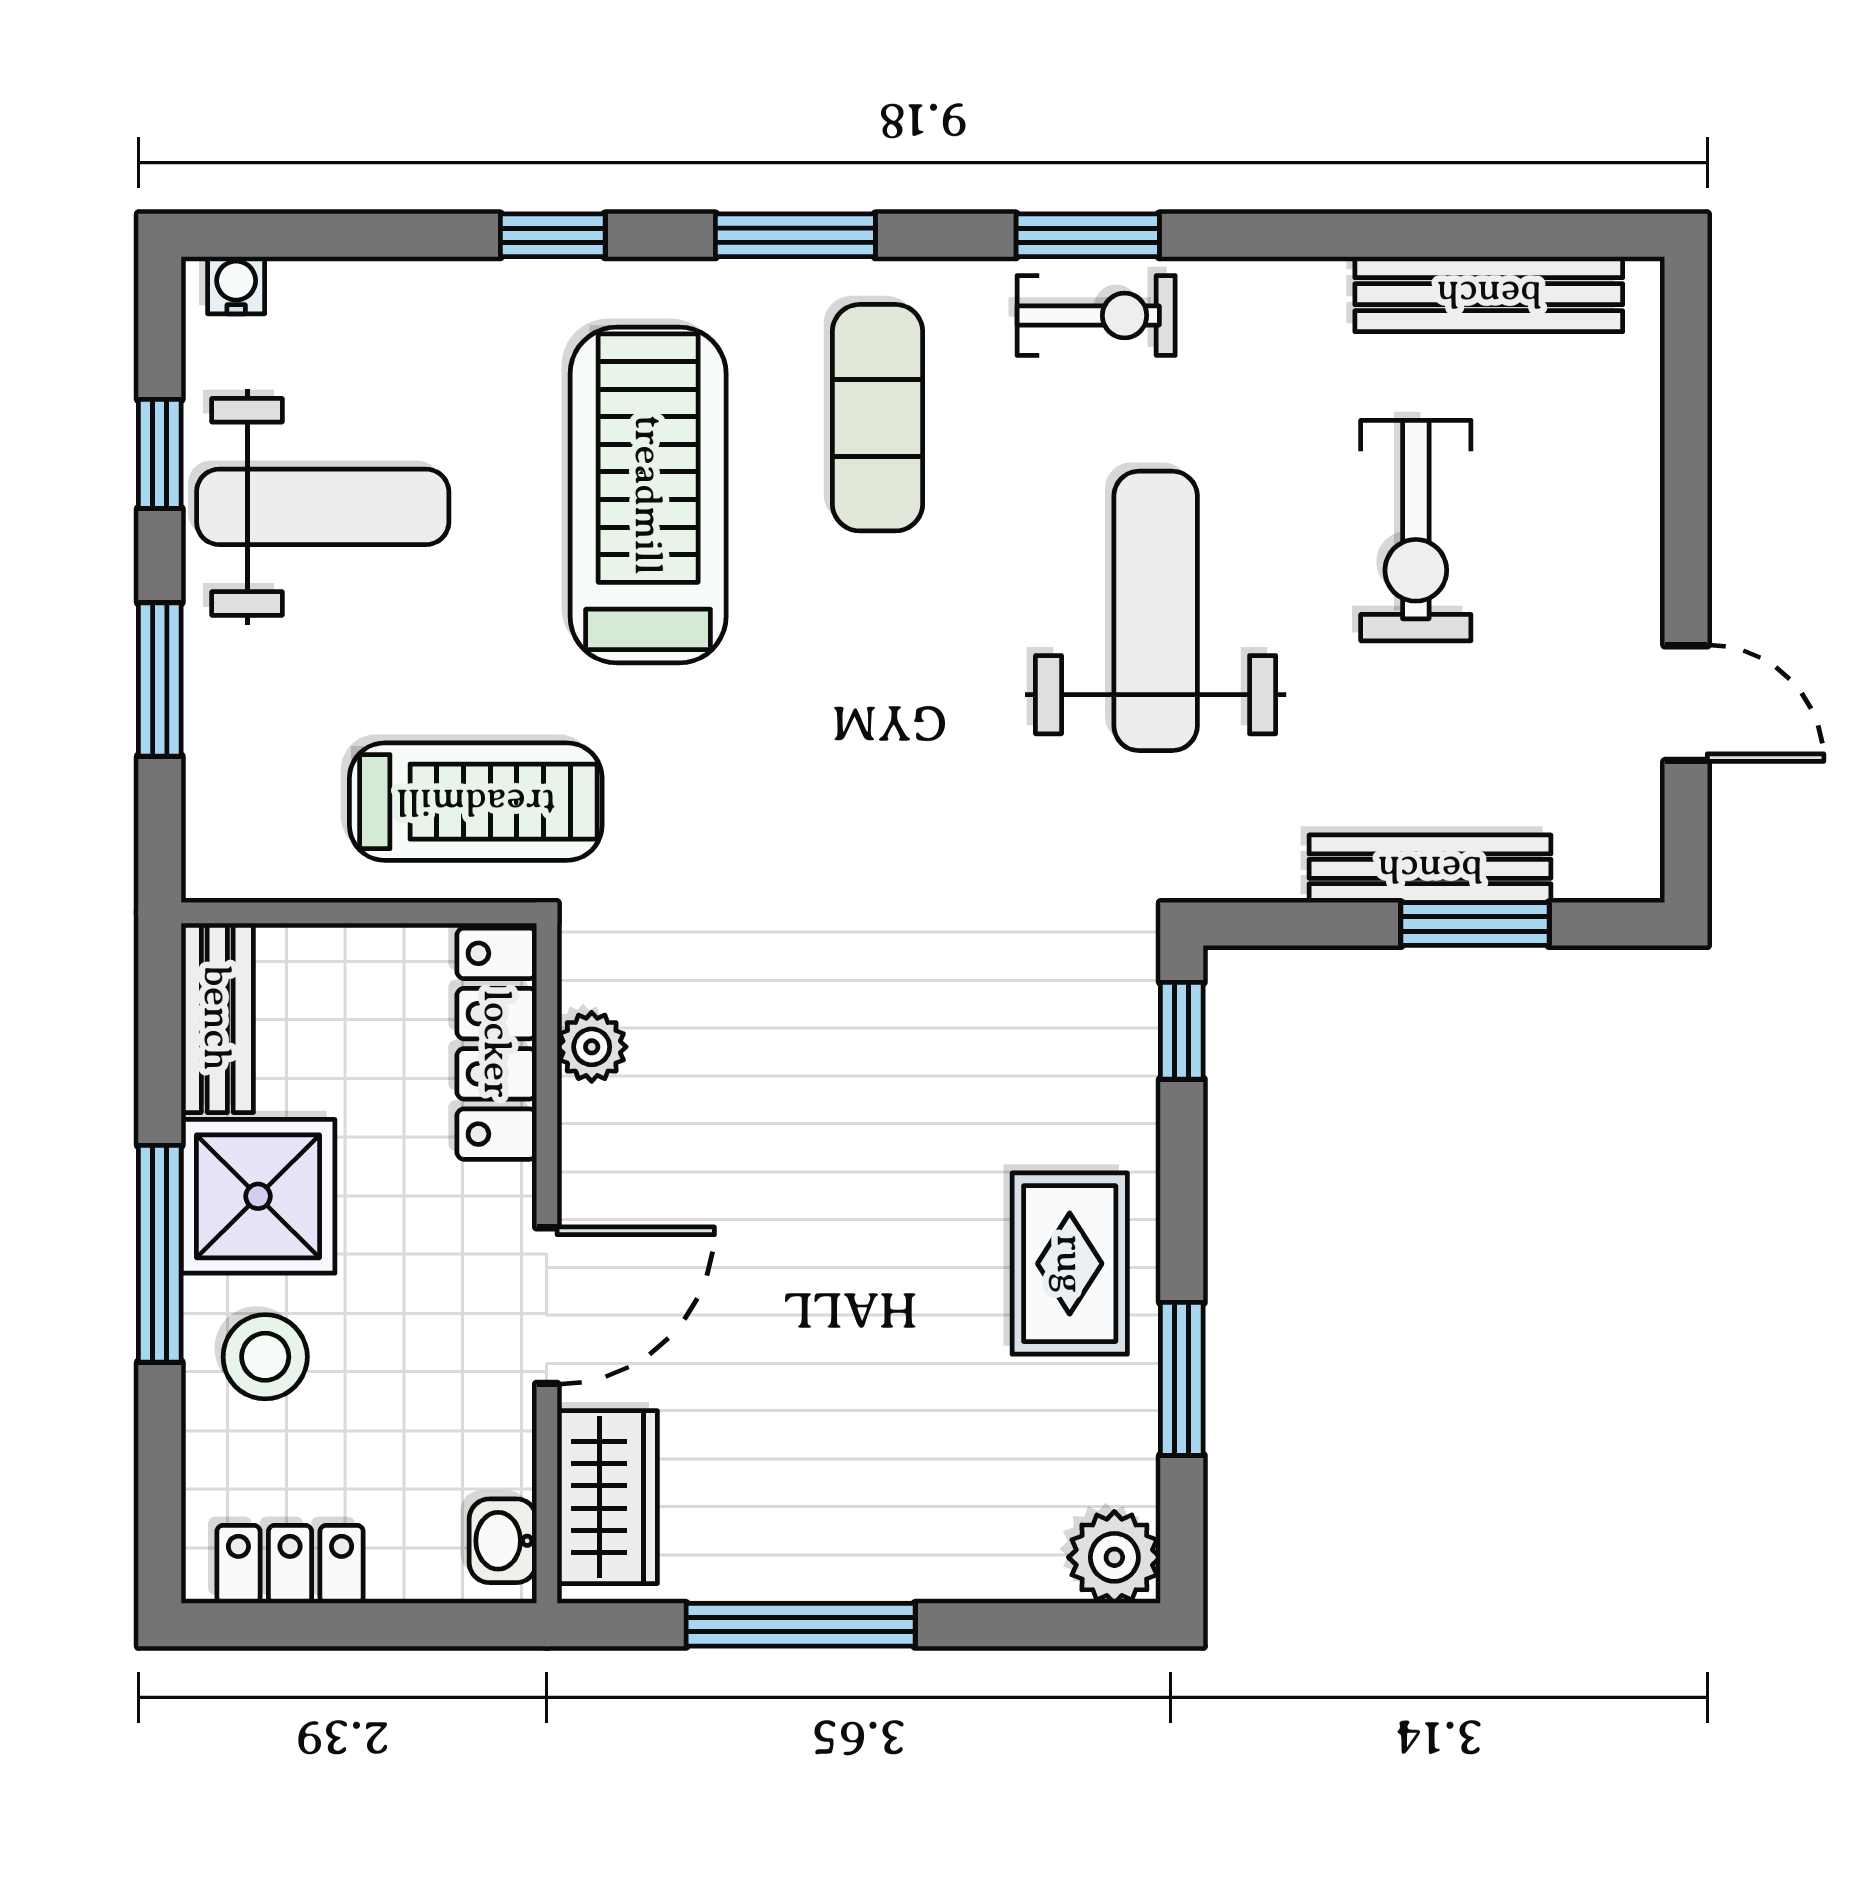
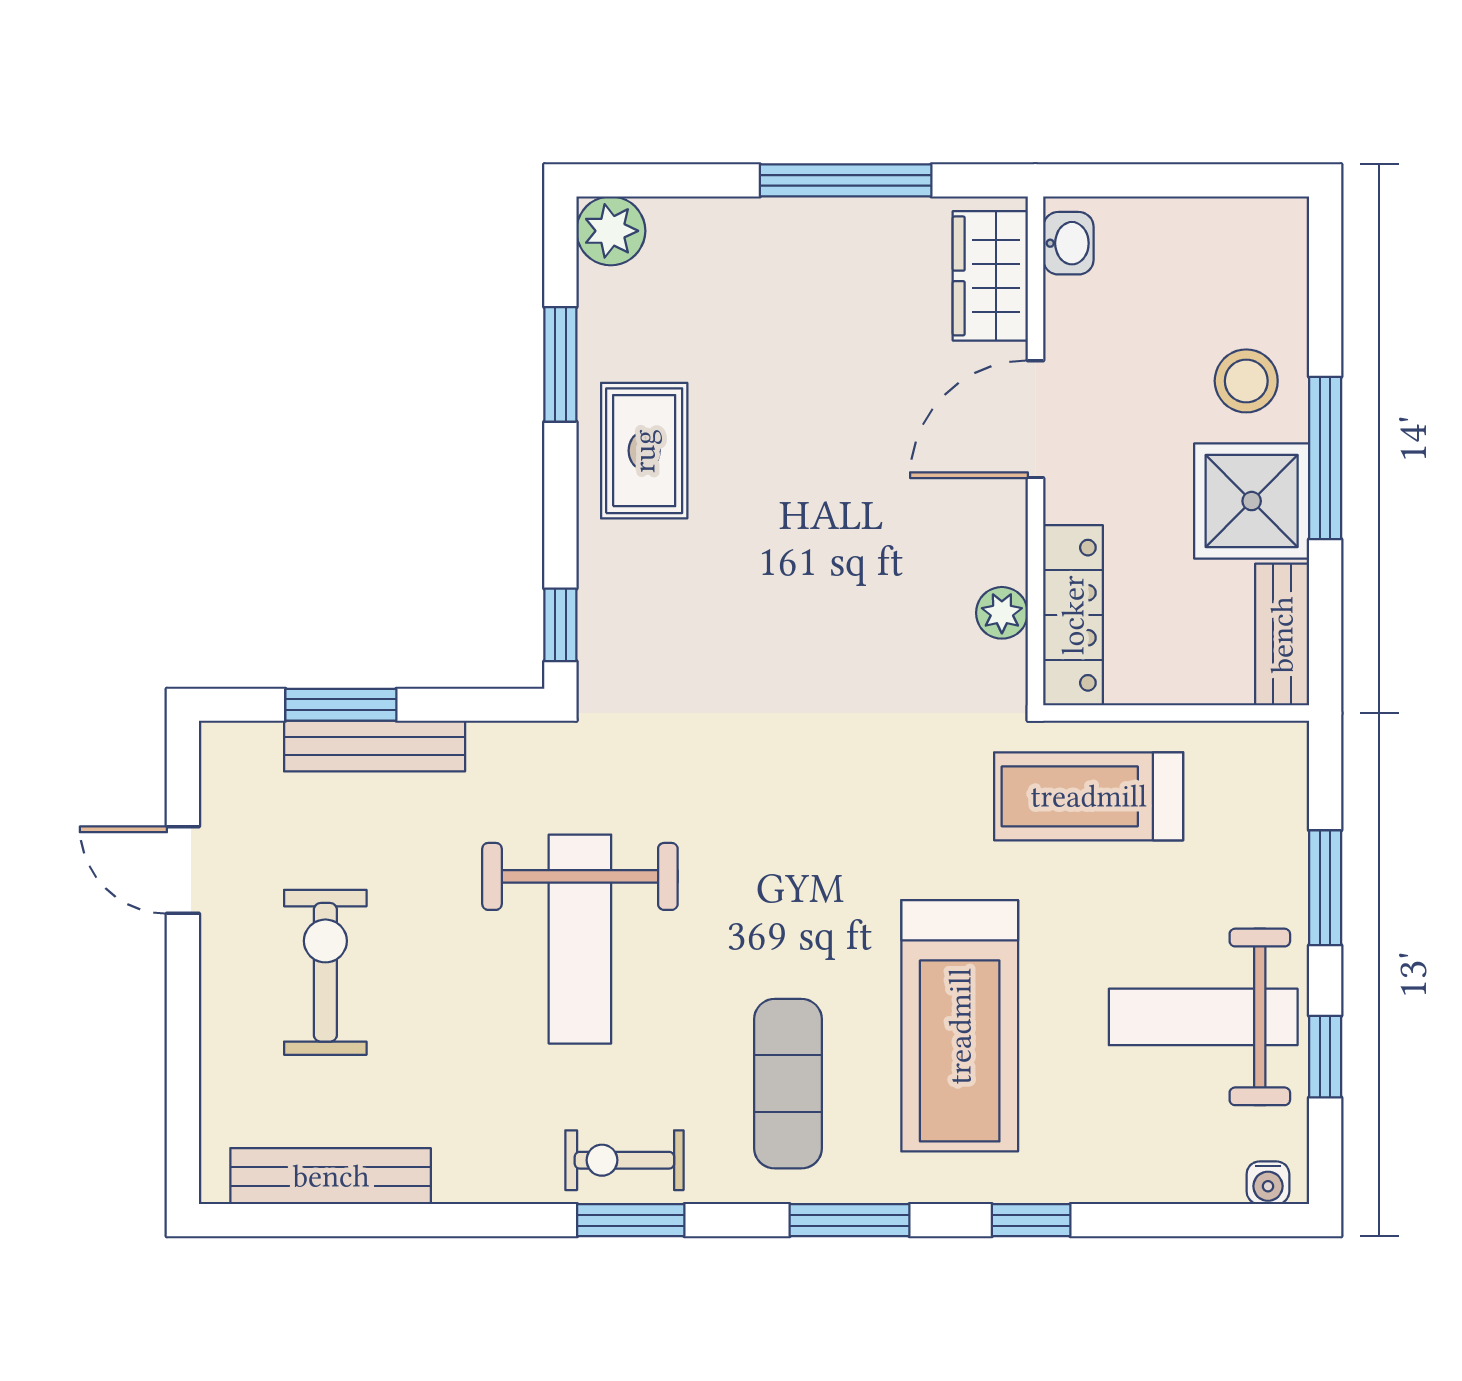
exercise bike: (1416, 531) -> (325, 972), moved
locker: (290, 1564) -> (1228, 226), removed

